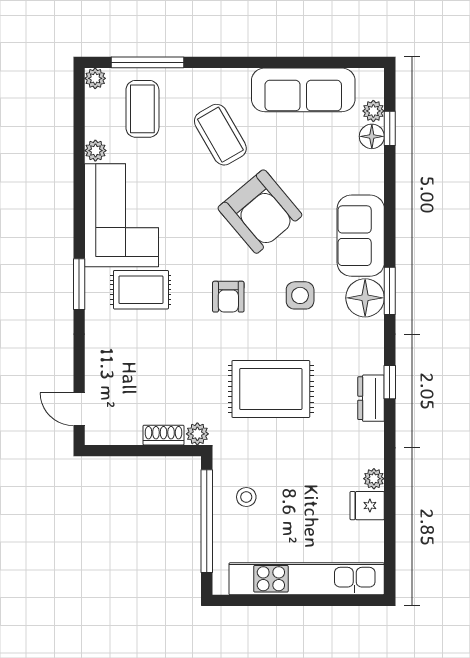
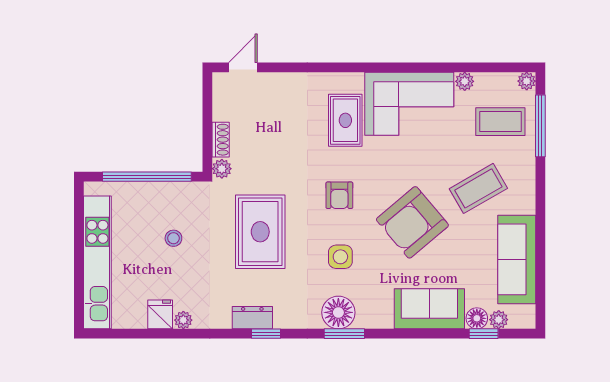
sofa: (361, 236) -> (429, 309), moved
window: (79, 284) -> (350, 67), removed
armchair: (228, 297) -> (339, 195), turned -90
stool: (246, 497) -> (173, 238), moved

